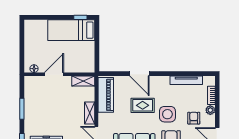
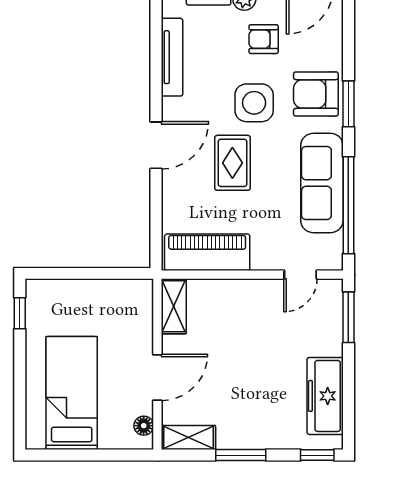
bed: (71, 30) -> (72, 393), moved, turned 180
door: (54, 74) -> (157, 377), swing flipped
door: (139, 74) -> (156, 145), moved
shelving: (90, 113) -> (188, 438), moved

